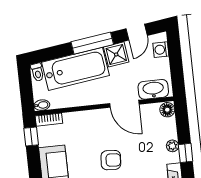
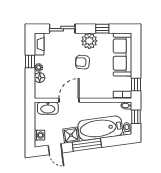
door: (137, 32) -> (55, 149), swing flipped
window: (26, 90) -> (136, 117), added
door: (124, 104) -> (69, 100), hinge flipped
floor lamp: (167, 110) -> (40, 78), moved

